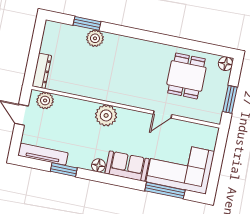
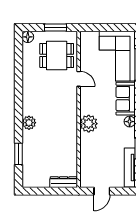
plant: (95, 38) -> (29, 123), moved
dining table: (186, 76) -> (57, 55), moved
plant: (45, 101) -> (87, 175), removed

